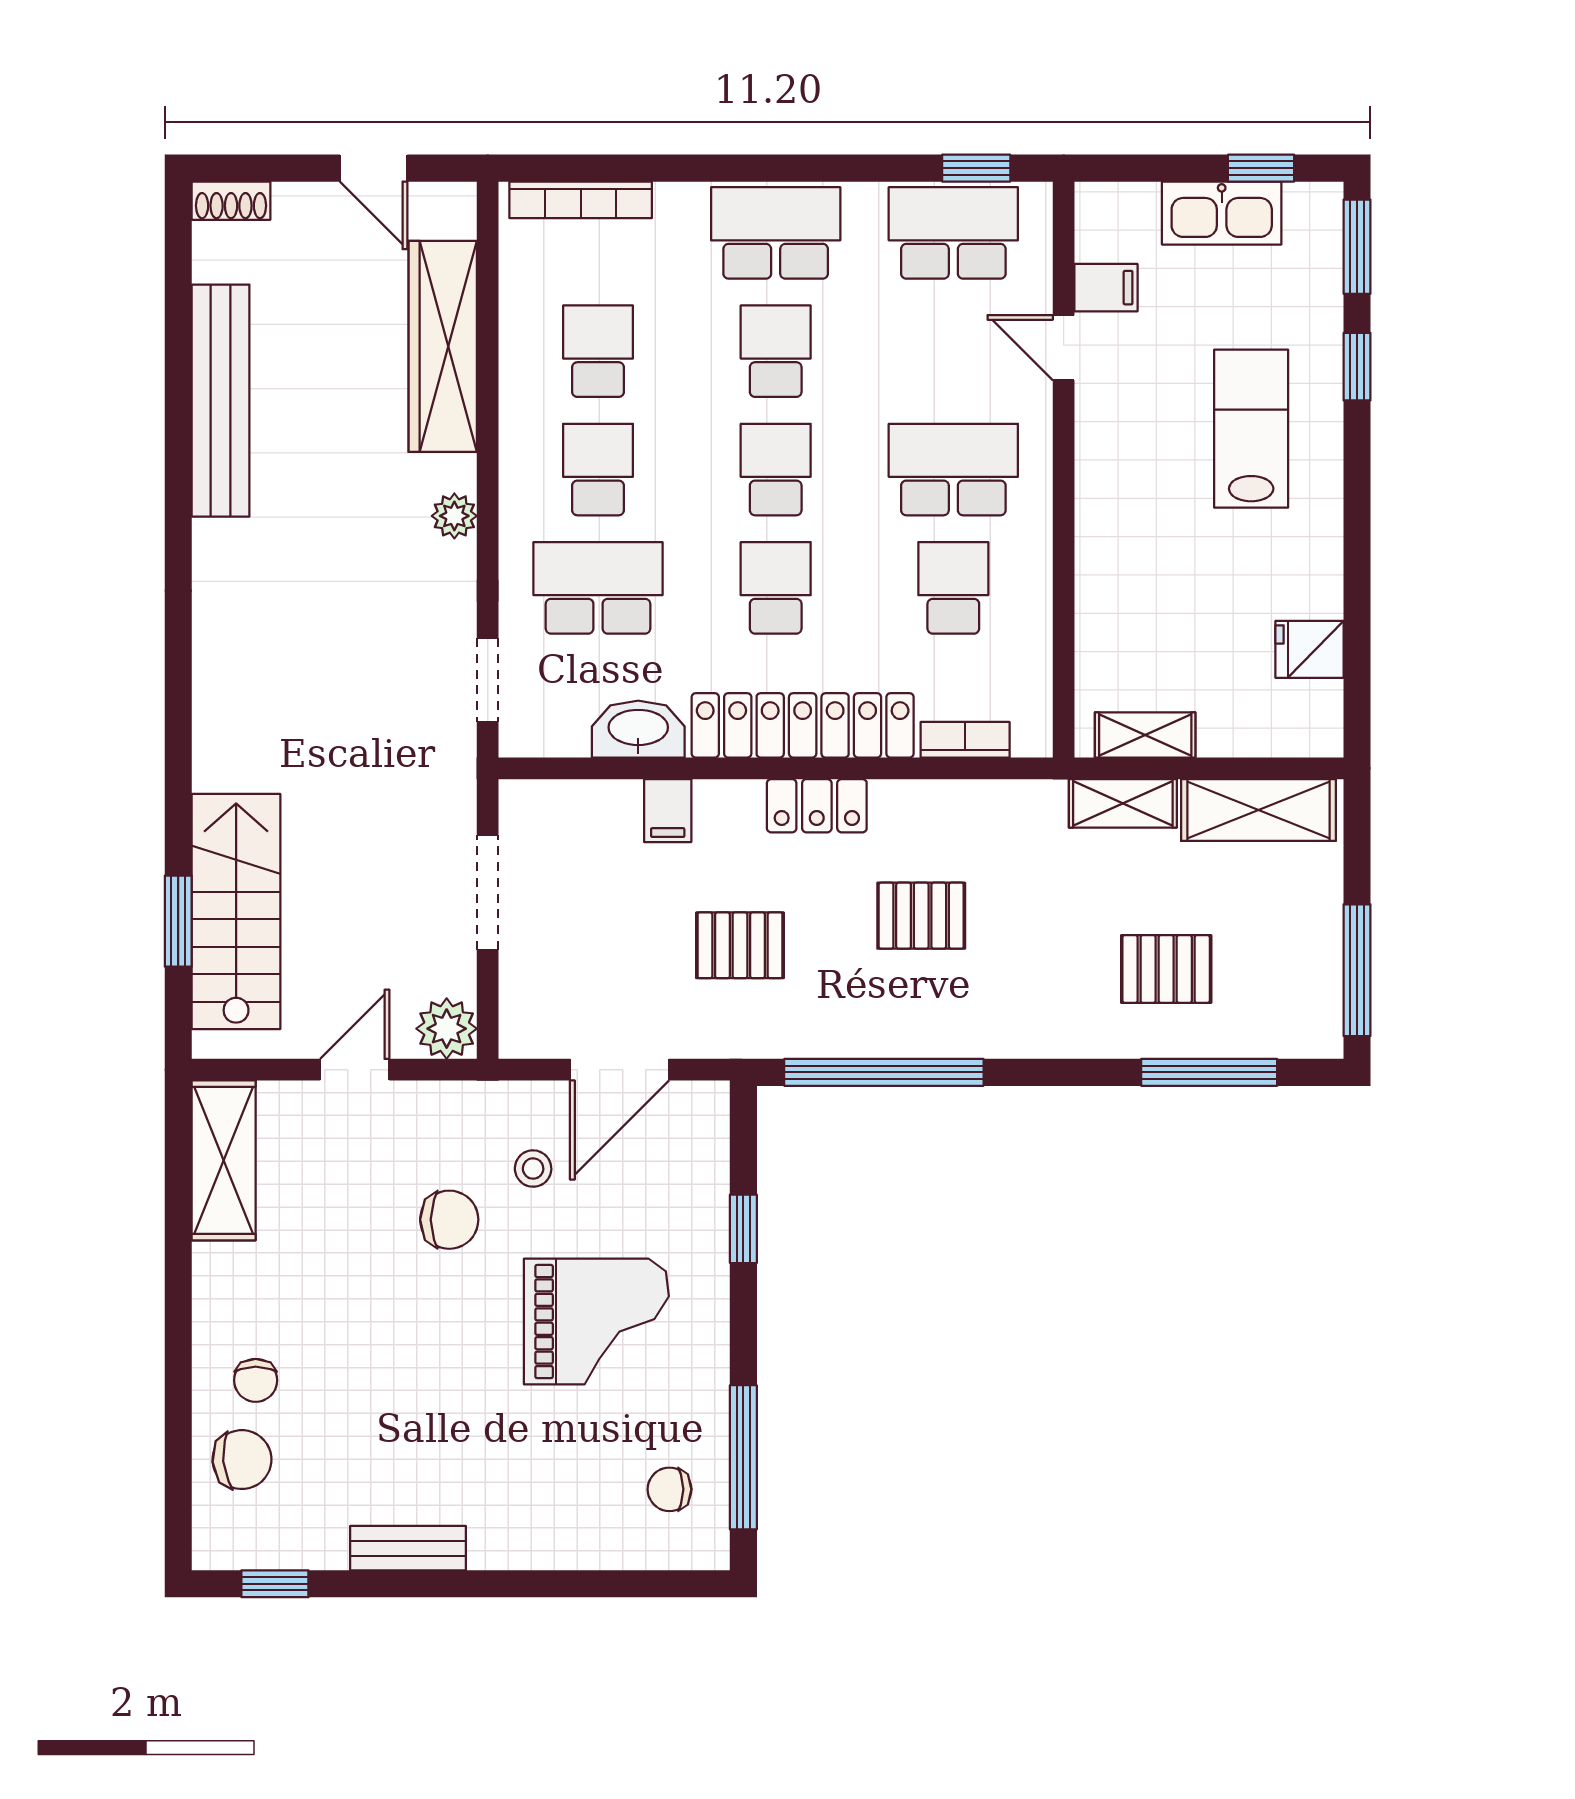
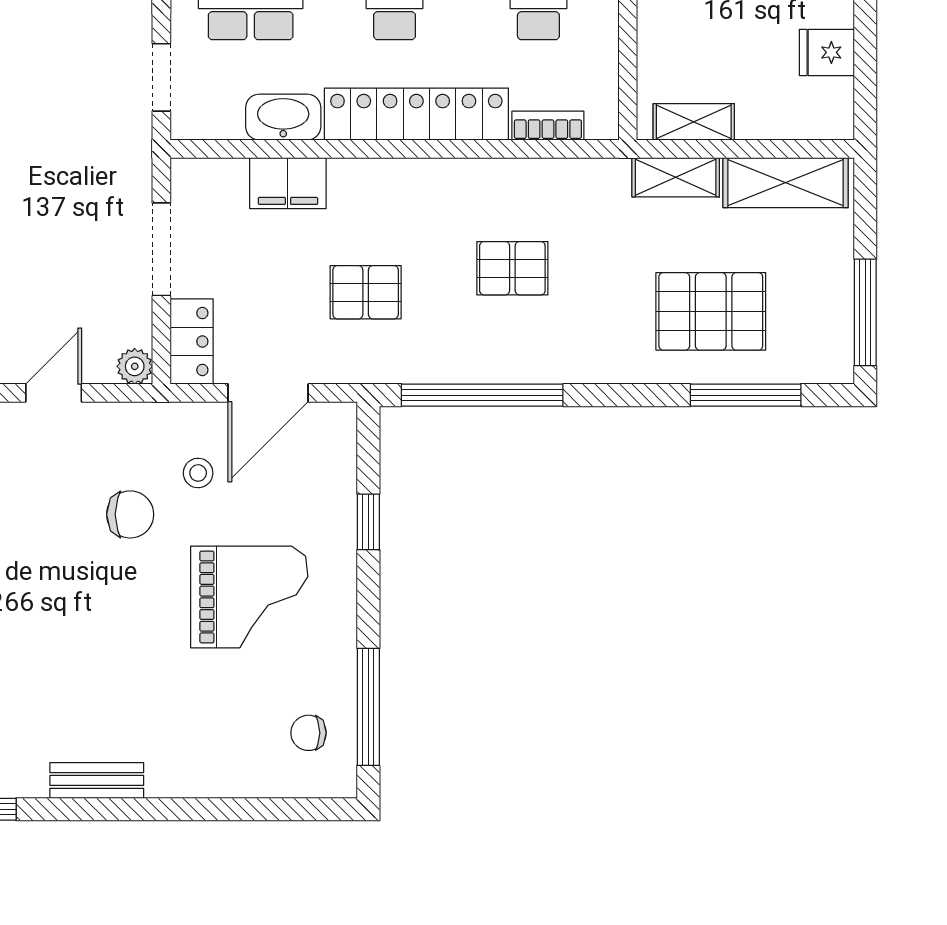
locker: (817, 806) -> (192, 342), moved, turned -90
filing cabinet: (668, 811) -> (288, 183), width x2.00
pallet: (1166, 969) -> (711, 311), width x1.50, depth x1.42
plant: (447, 1029) -> (135, 366), width x0.73, depth x0.73

